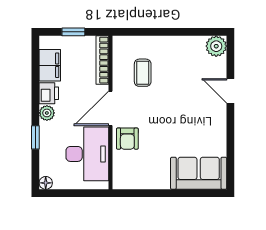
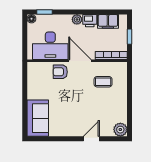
window: (35, 137) -> (44, 12), moved

